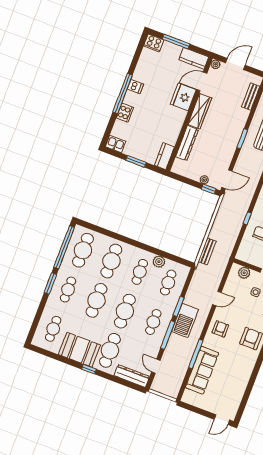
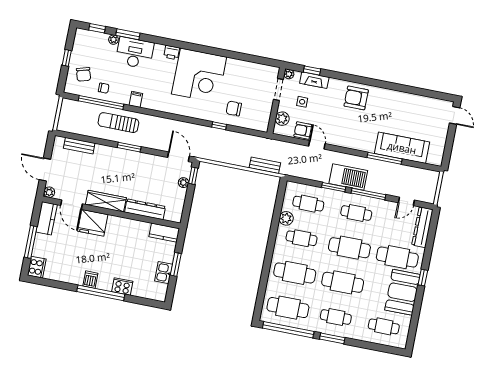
kitchen sink: (115, 144) -> (164, 273), moved
armchair: (220, 329) -> (303, 130), moved

